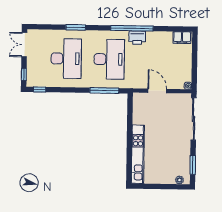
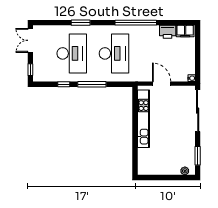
printer: (137, 38) -> (168, 32), moved
window: (40, 90) -> (64, 84), moved
window: (104, 91) -> (92, 84), moved
kitchen unit: (138, 154) -> (144, 119), moved

